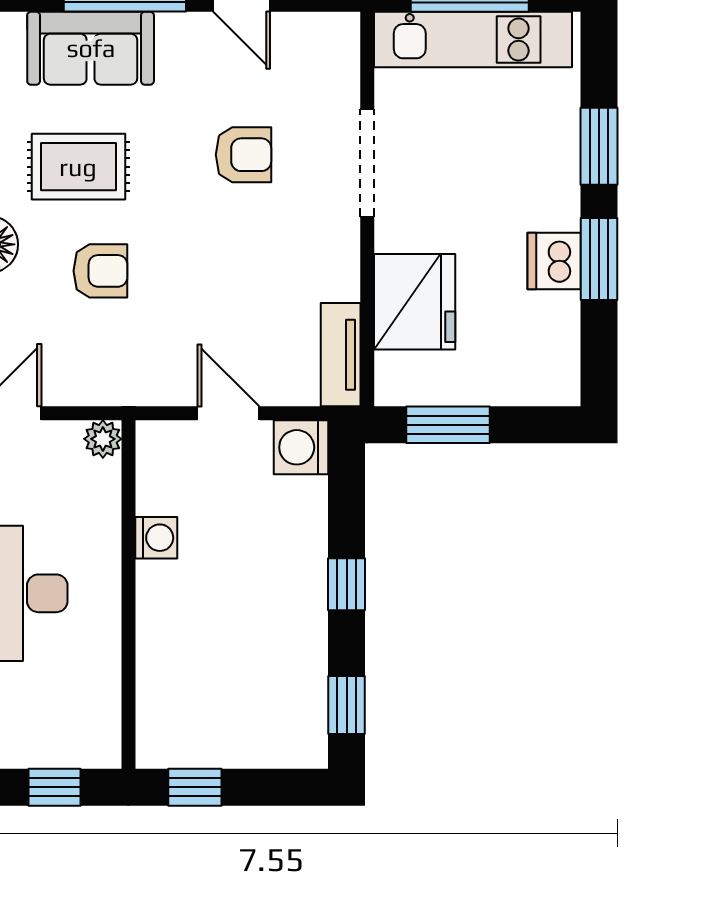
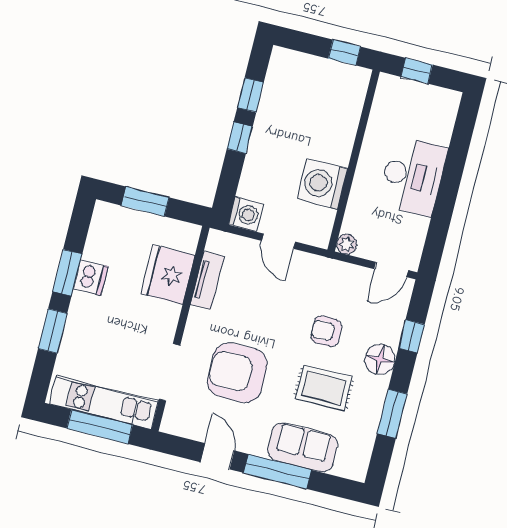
armchair: (244, 155) -> (237, 373), width x1.88, depth x1.88
doorway: (367, 163) -> (170, 372), moved
tv unit: (341, 355) -> (207, 281), moved
window: (448, 425) -> (145, 201), moved
washing machine: (156, 538) -> (322, 184), width x1.89, depth x1.89
window: (347, 705) -> (250, 95), moved

